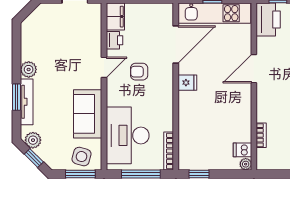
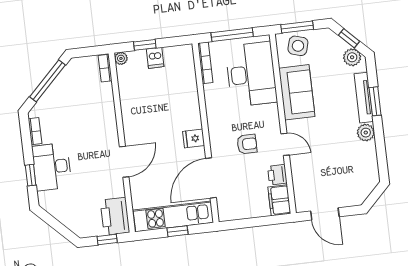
door: (104, 67) -> (285, 144), swing flipped
bookcase: (261, 135) -> (105, 68), moved
dishwasher: (242, 150) -> (155, 58), moved, turned 90
window: (199, 174) -> (145, 45), moved

